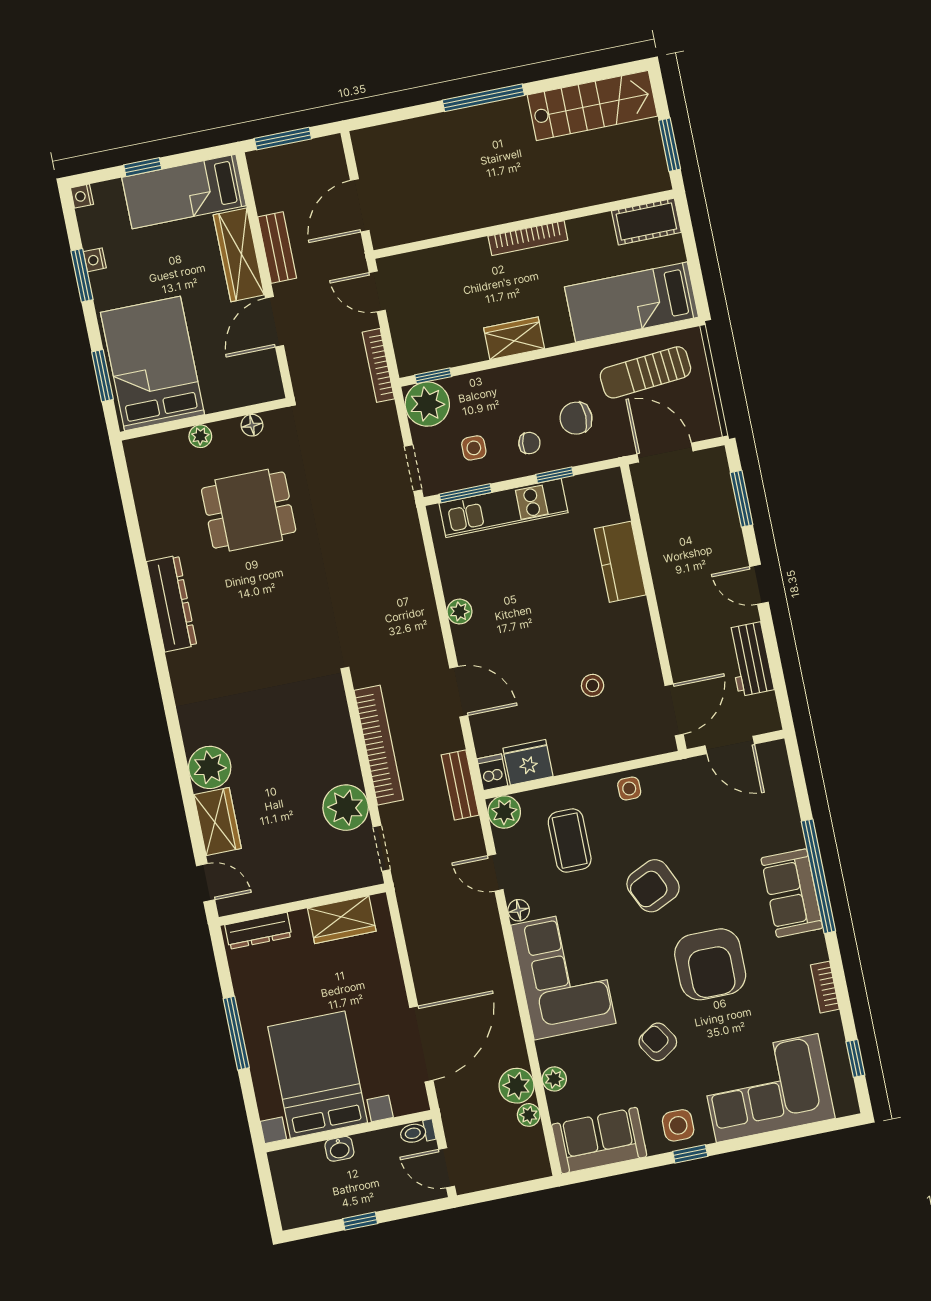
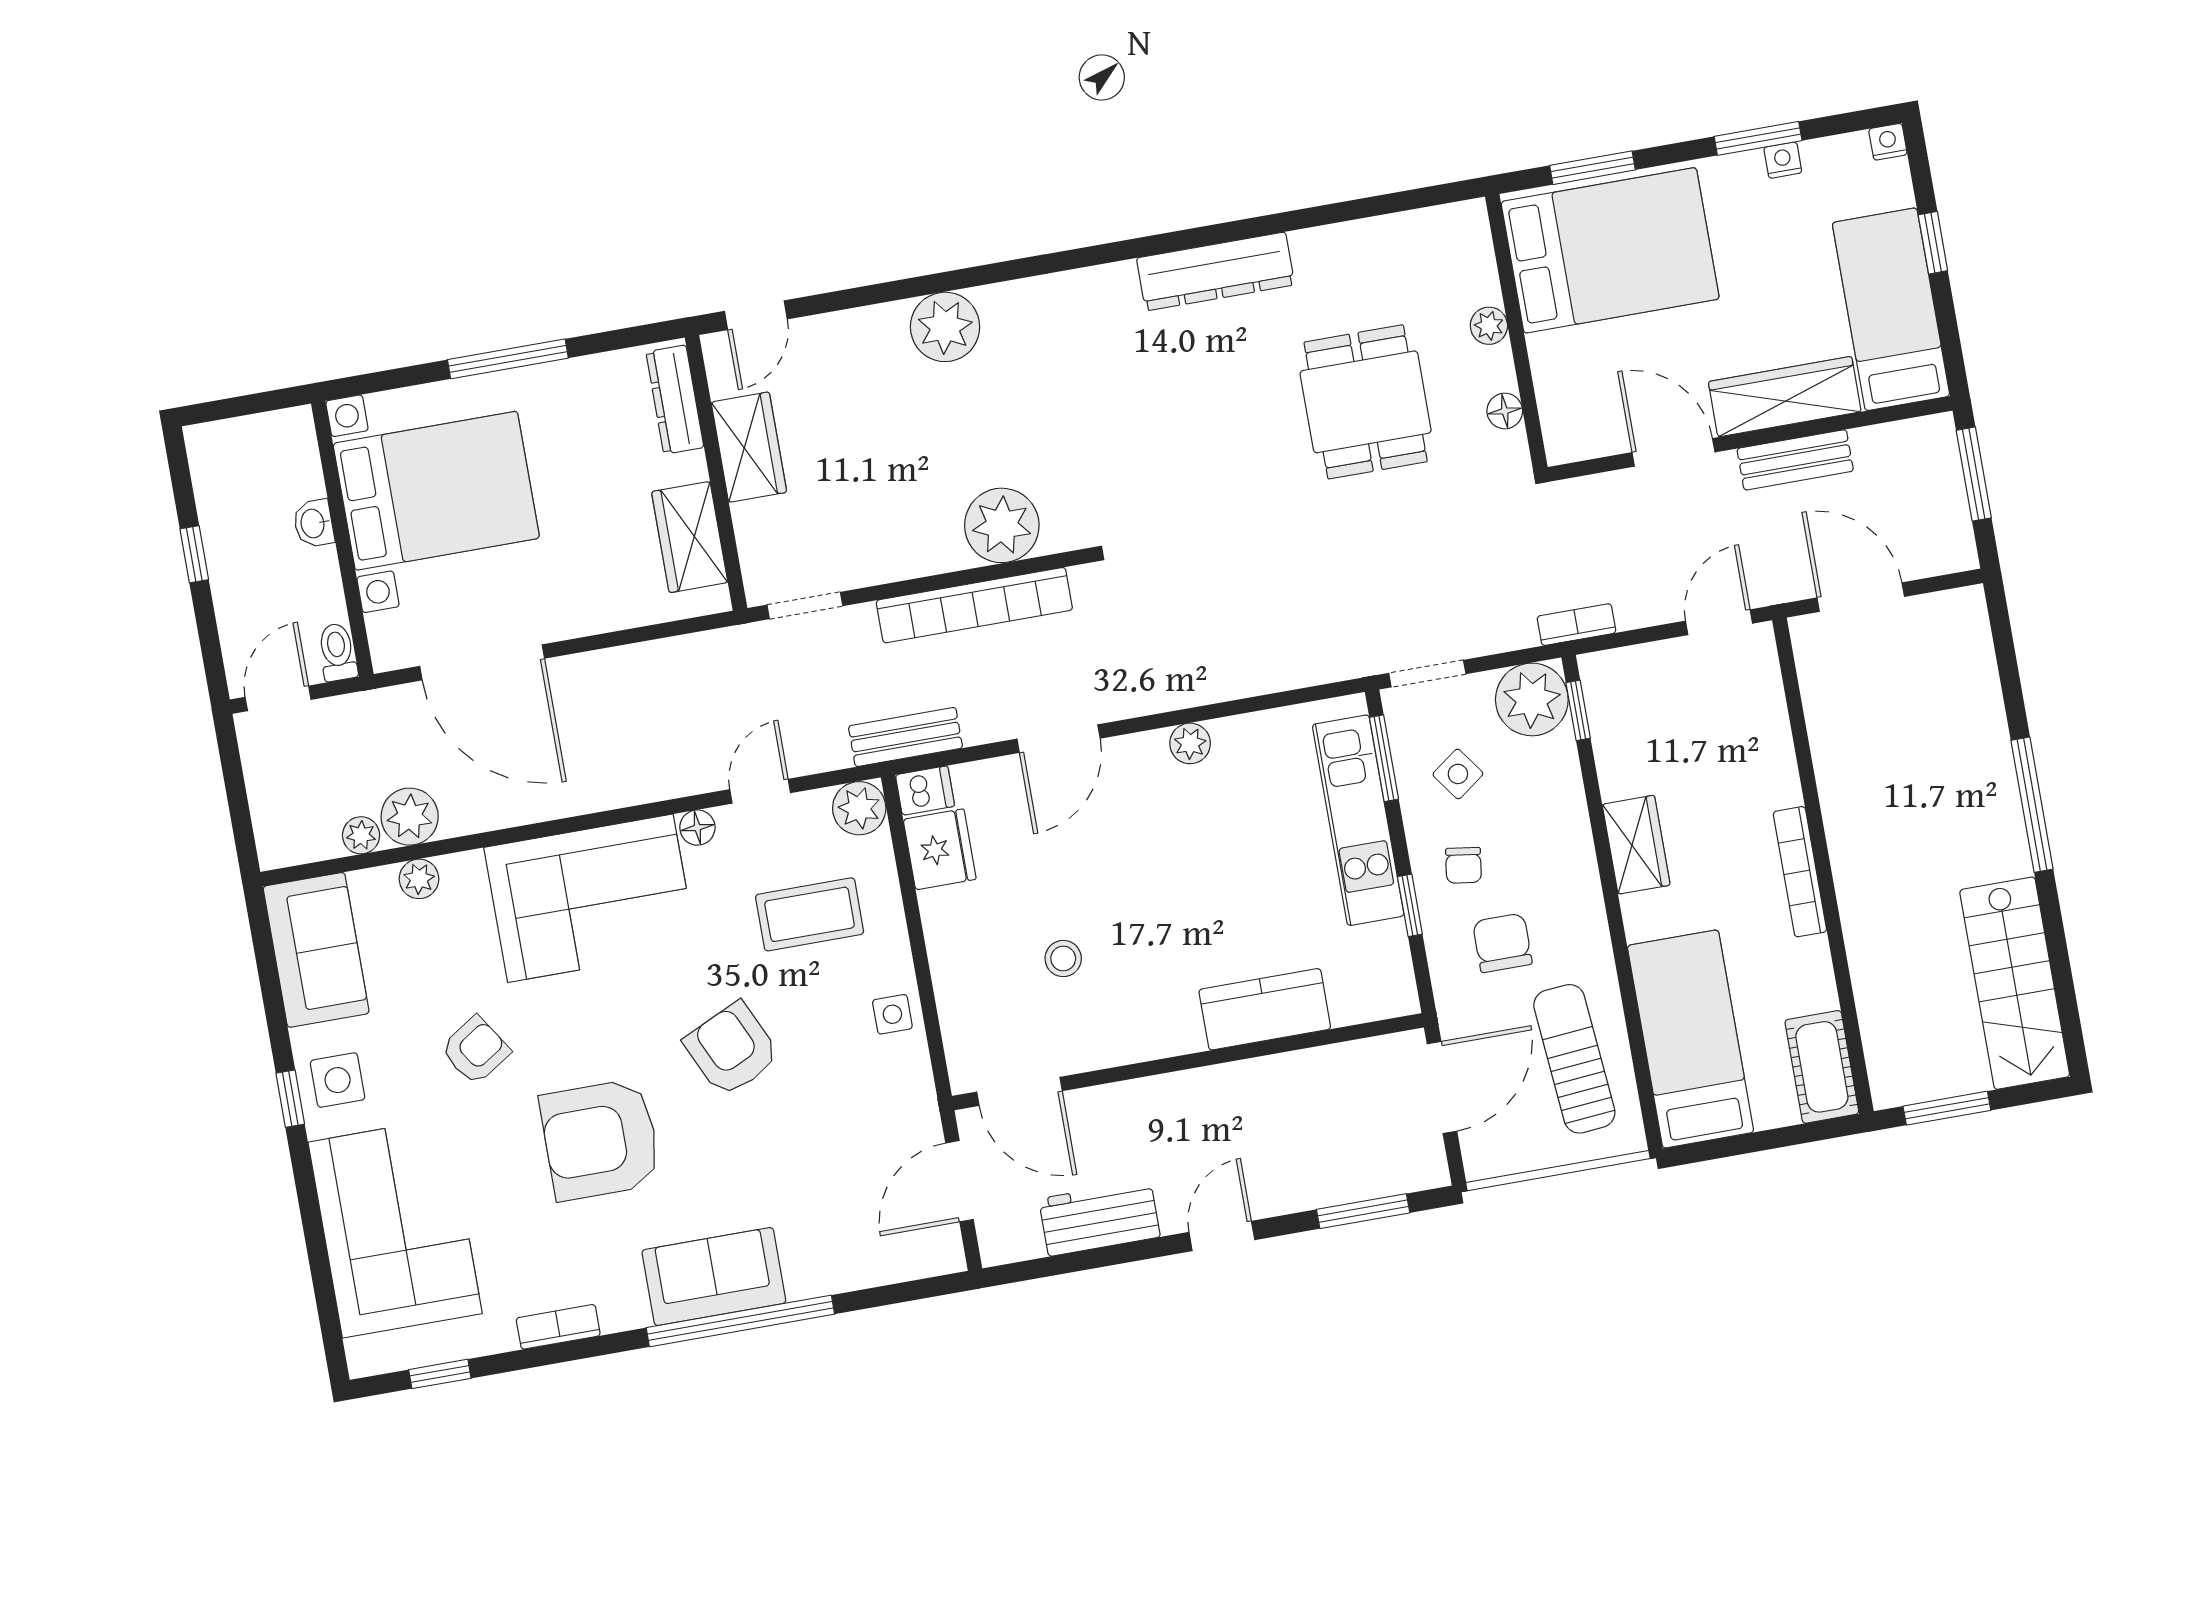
bookcase: (378, 365) -> (1576, 625), width x0.64
side table: (474, 448) -> (1458, 774), turned -36
plant: (346, 808) -> (1002, 525), moved
wardrobe: (218, 822) -> (749, 447), moved, turned -90

